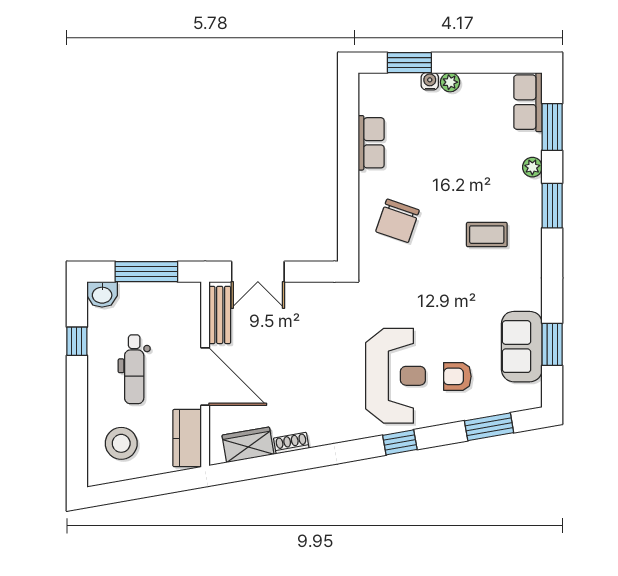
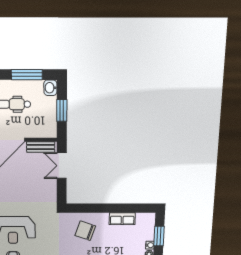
window: (146, 272) -> (62, 110), width x0.69
window: (77, 341) -> (27, 75), width x2.17

